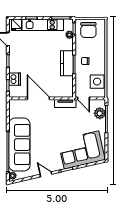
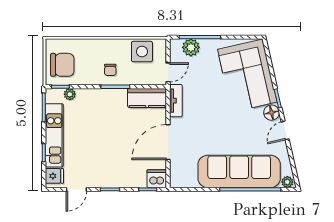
kitchen counter: (67, 63) -> (147, 98), moved
dishwasher: (15, 79) -> (157, 179), moved
floor lamp: (58, 166) -> (271, 113), added

